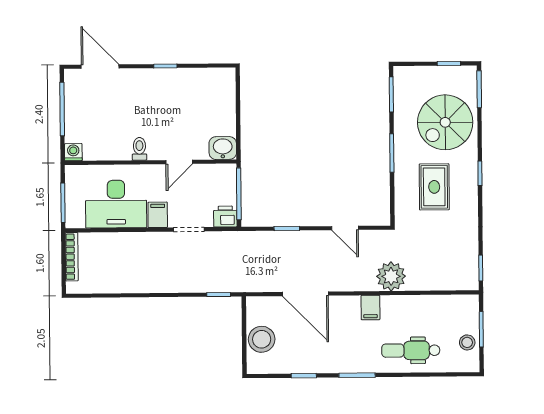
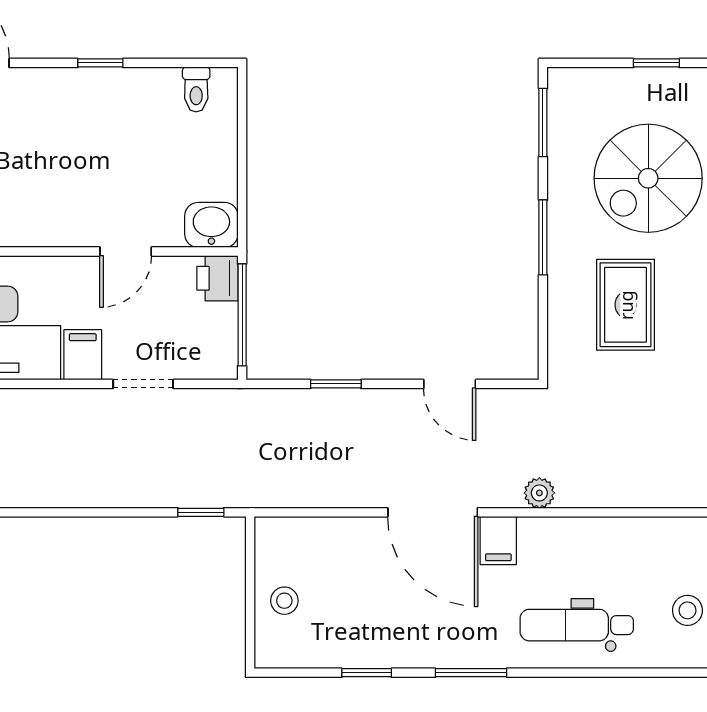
toilet: (139, 149) -> (196, 89), moved, turned 180
printer: (225, 216) -> (217, 278), moved, turned -90
plant: (391, 276) -> (539, 493), width x0.53, depth x0.53
door: (305, 294) -> (433, 512), moved
stool: (262, 339) -> (284, 601), width x0.53, depth x0.53

